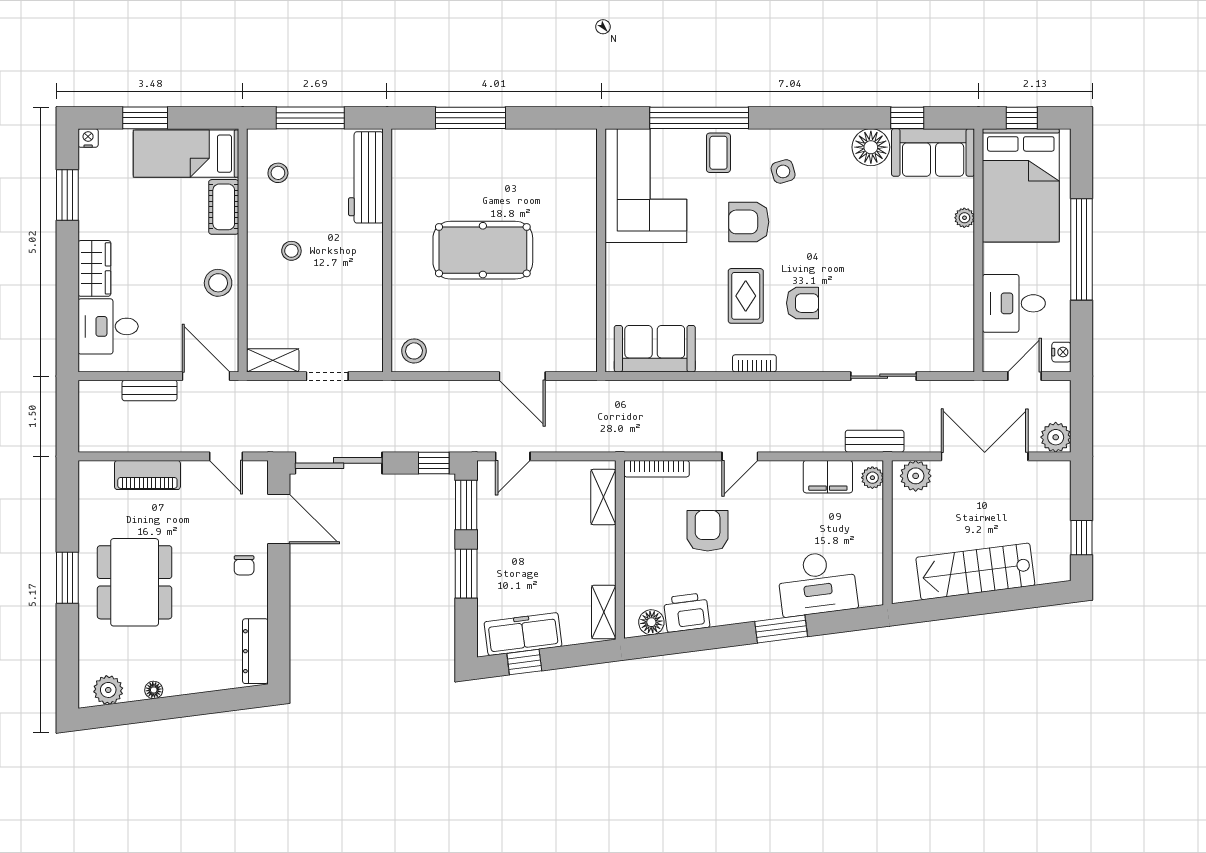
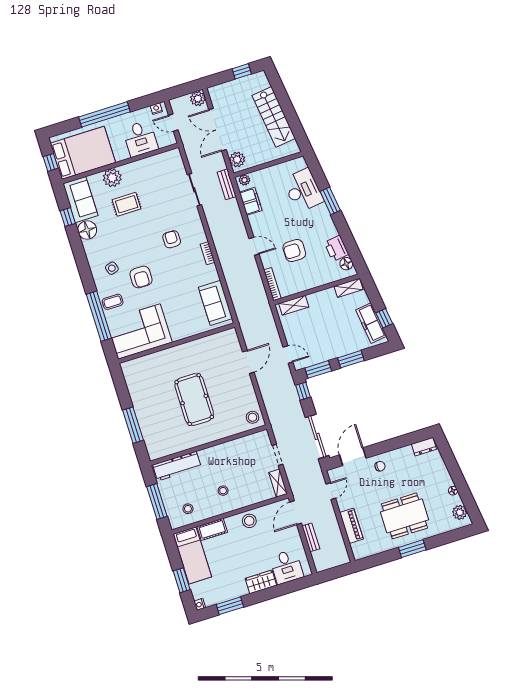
plant: (964, 218) -> (112, 178), width x1.88, depth x1.88
rug: (746, 296) -> (127, 204), moved
dresser: (255, 651) -> (424, 447), width x0.70

